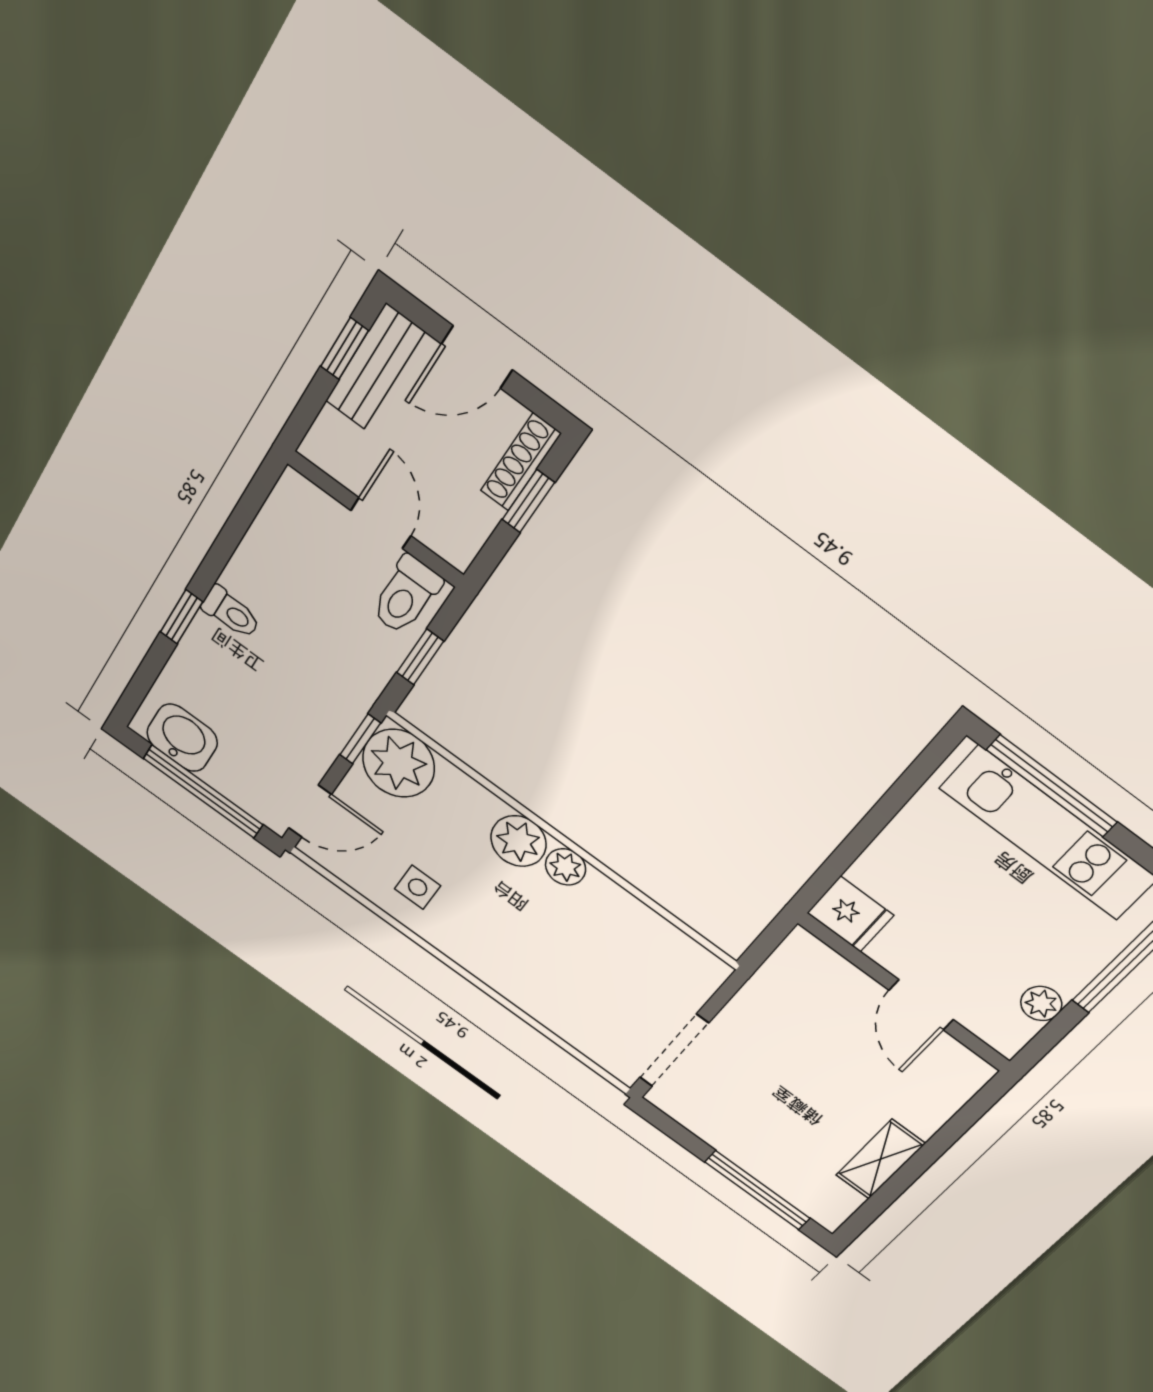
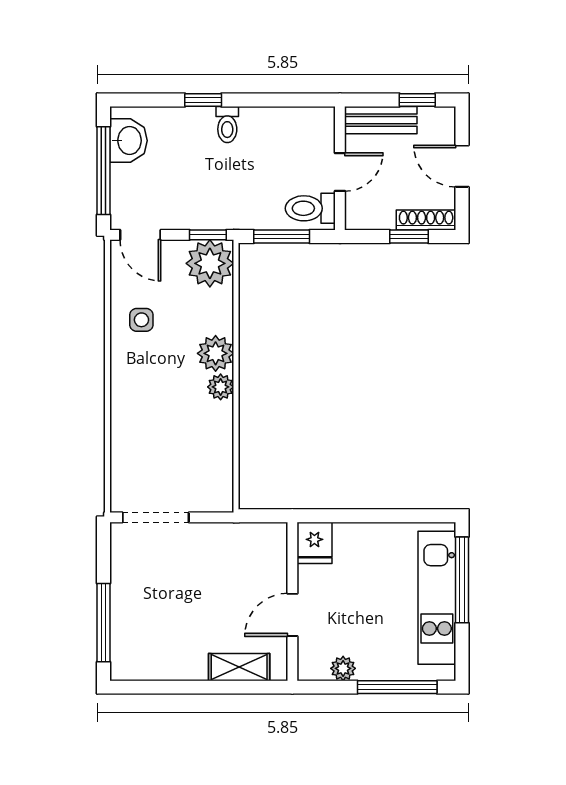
bench: (375, 366) -> (381, 120), moved
window: (420, 657) -> (282, 236), width x1.50
shelving: (880, 1159) -> (239, 667), moved

